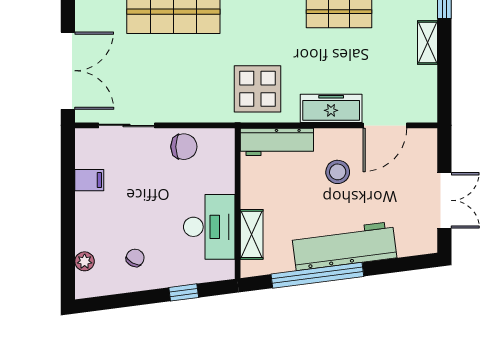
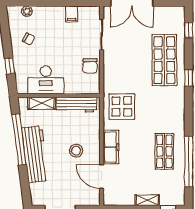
workbench: (277, 142) -> (76, 105), moved, turned -90

